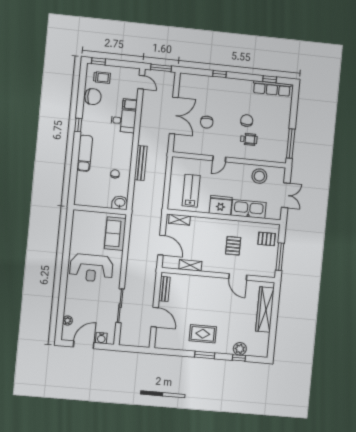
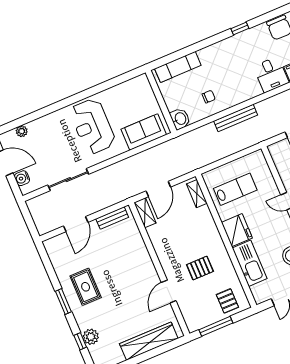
exam couch: (85, 153) -> (178, 67), moved
shelving: (190, 265) -> (145, 213), moved

